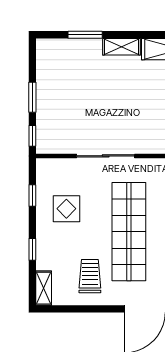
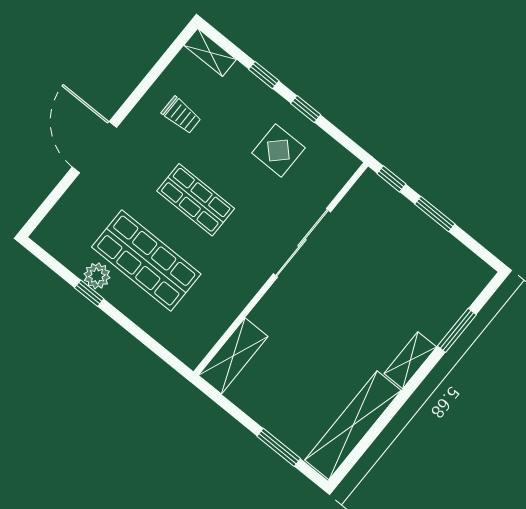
window: (32, 195) -> (306, 109), moved
shop shelf: (129, 232) -> (196, 200), width x0.50, depth x0.74
trolley: (90, 276) -> (181, 115), width x0.73, depth x0.72

